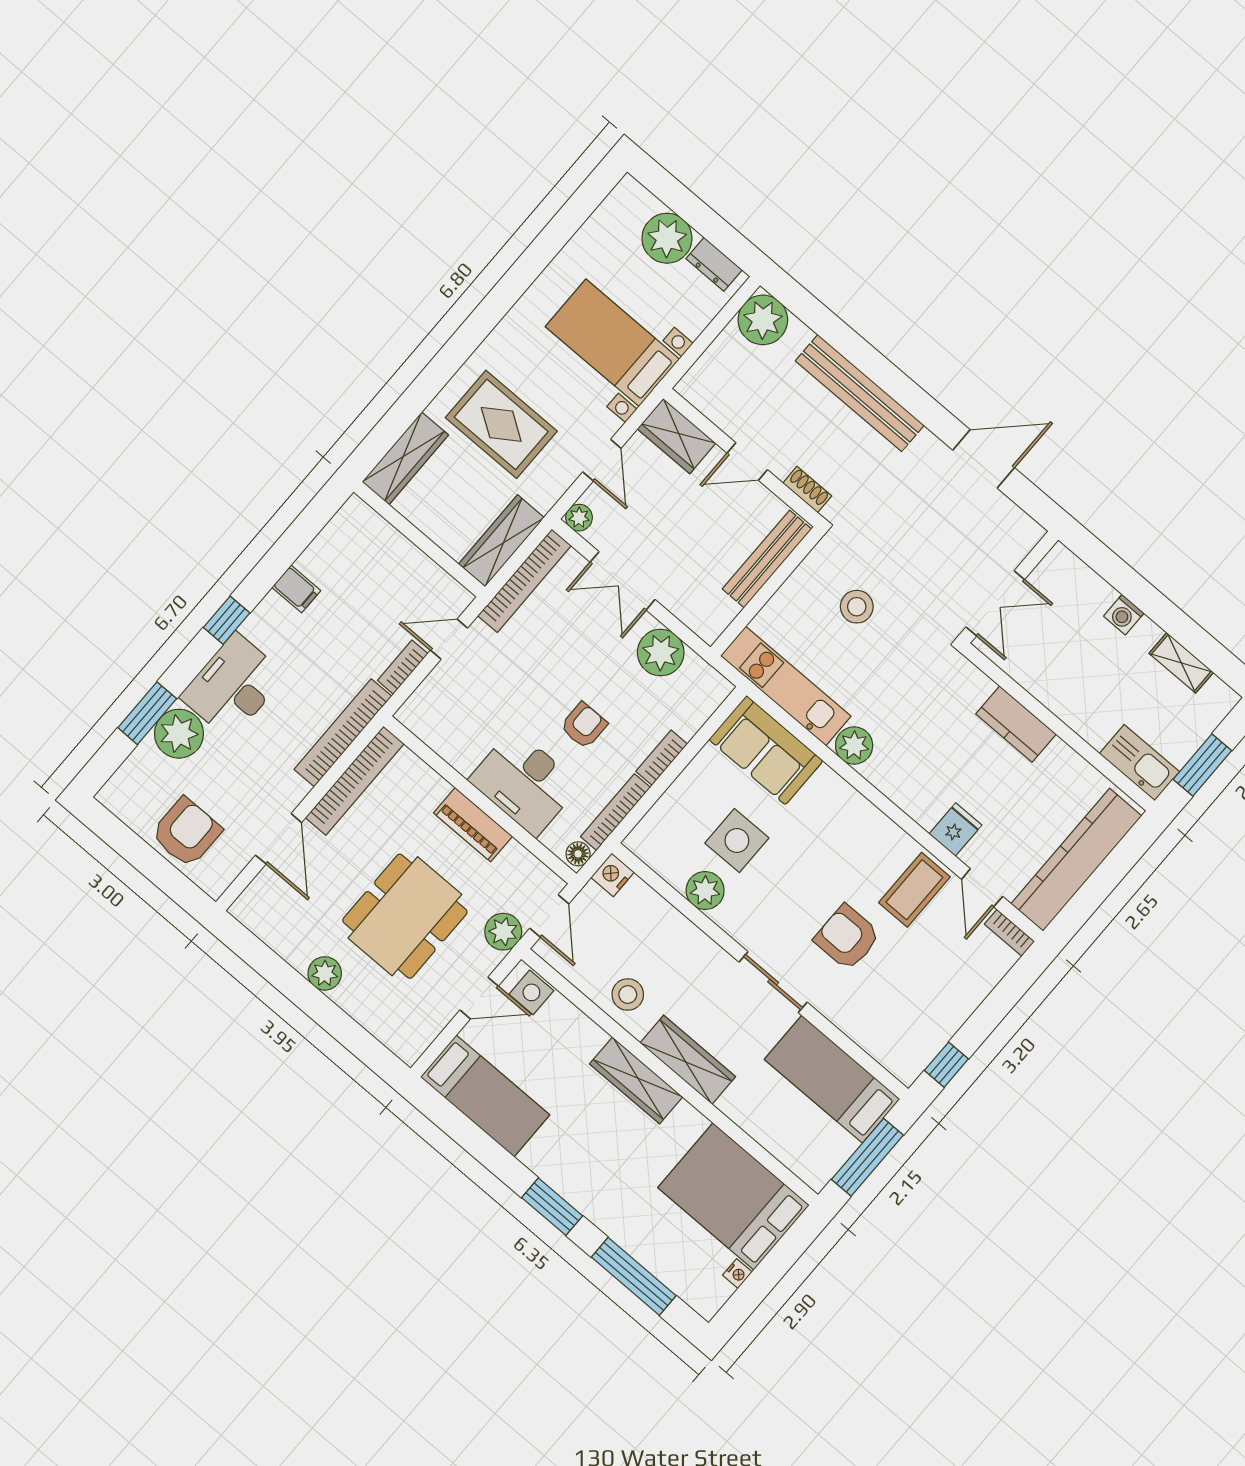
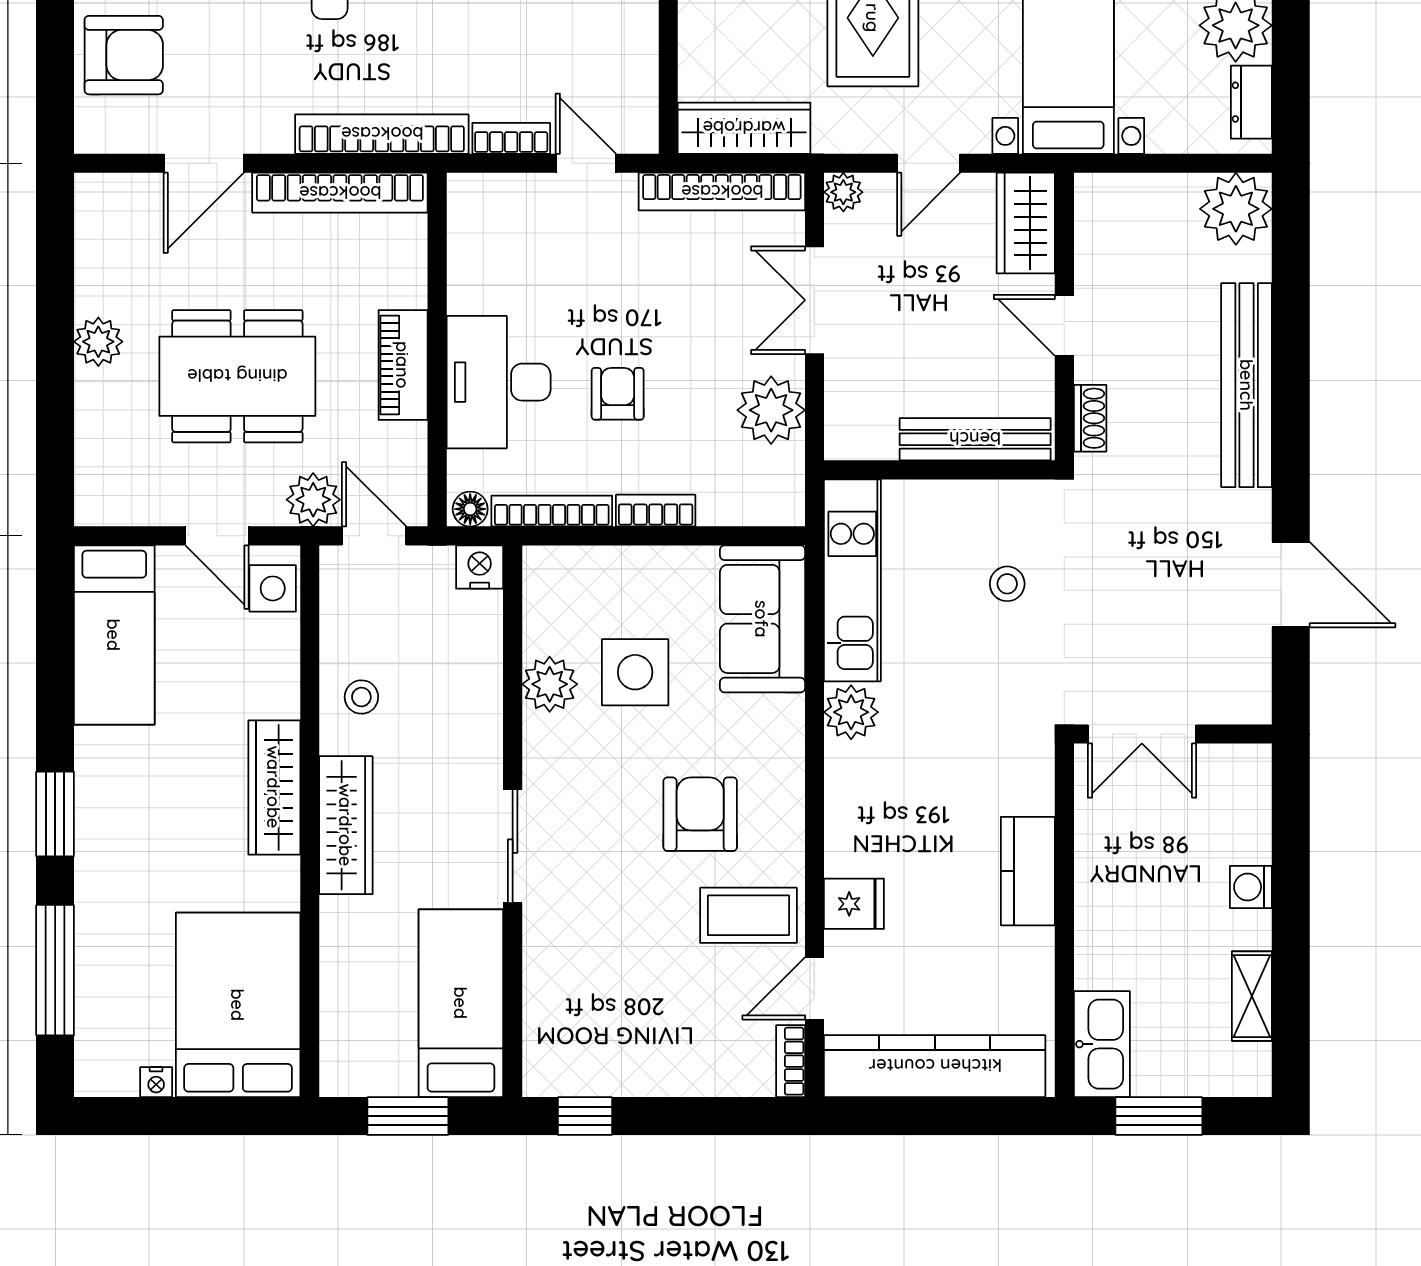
stool: (857, 607) -> (1007, 584), width x0.73, depth x0.73
armchair: (584, 725) -> (618, 394), turned -90
door: (549, 916) -> (374, 536), swing flipped
armchair: (847, 937) -> (700, 814), moved
stool: (628, 994) -> (361, 697), width x0.73, depth x0.73
window: (867, 1157) -> (408, 1116), width x0.69

